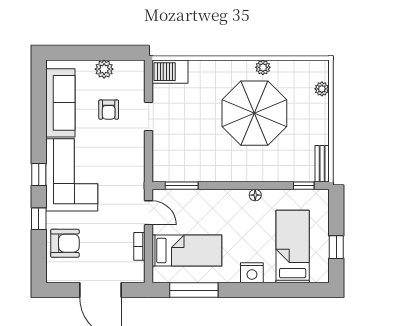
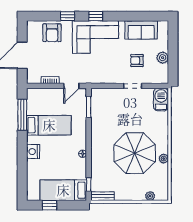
sofa: (60, 103) -> (141, 30), width x0.73
bed: (293, 247) -> (63, 190), moved, turned 180
bed: (187, 250) -> (49, 125), moved, turned -90

